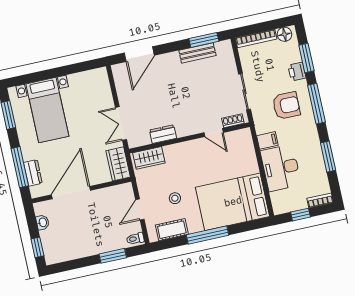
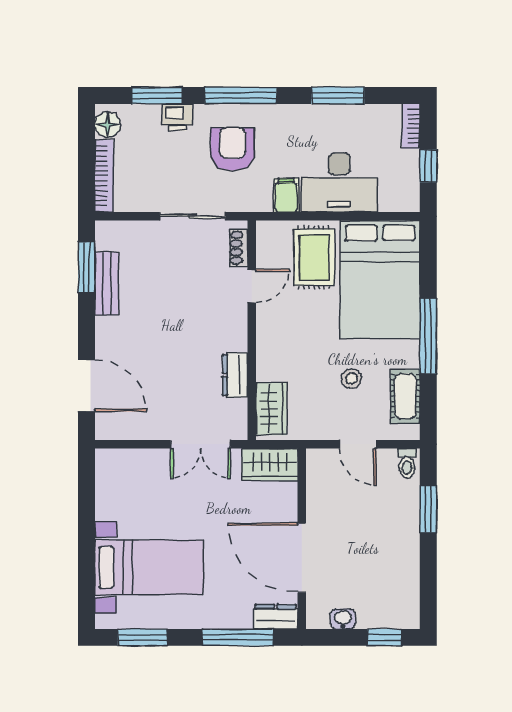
rug: (237, 163) -> (314, 257), added
dresser: (33, 173) -> (276, 617), moved

